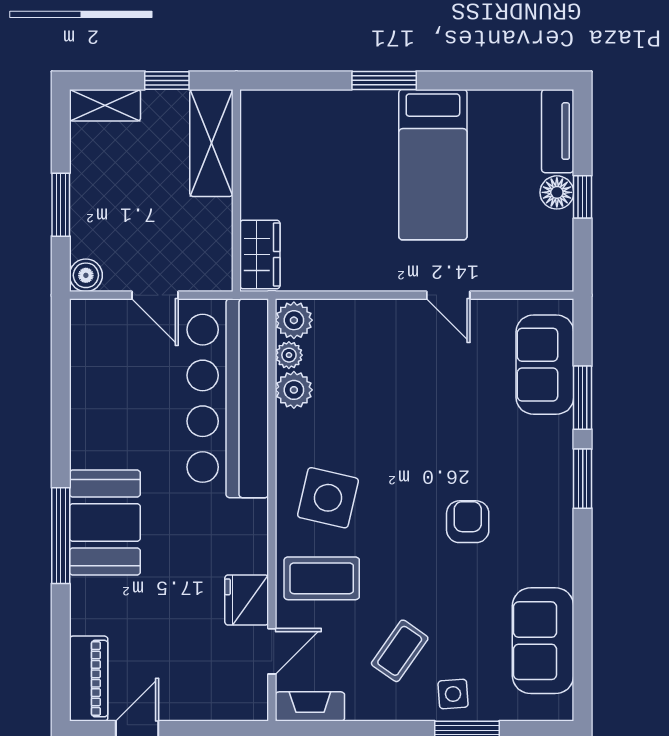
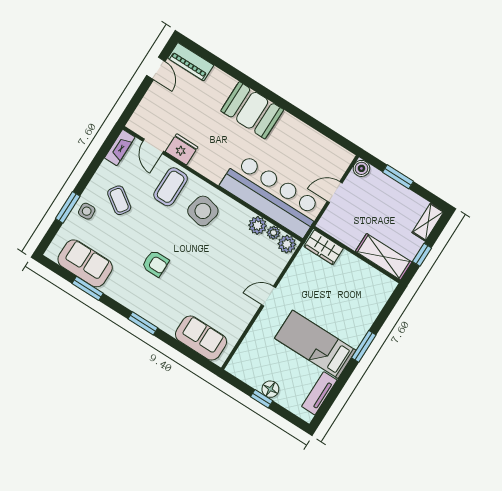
tv unit: (558, 131) -> (319, 393), moved, turned -90
door: (448, 295) -> (269, 296), moved
window: (583, 398) -> (88, 288), moved
window: (61, 536) -> (258, 88), removed

